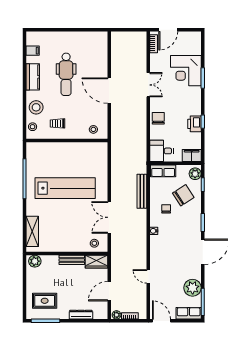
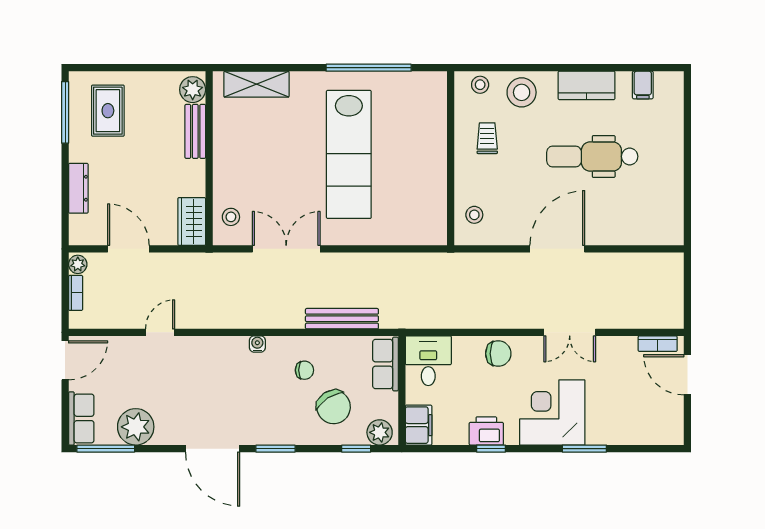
corner desk: (186, 71) -> (552, 412), moved
bench: (72, 260) -> (195, 131), moved

